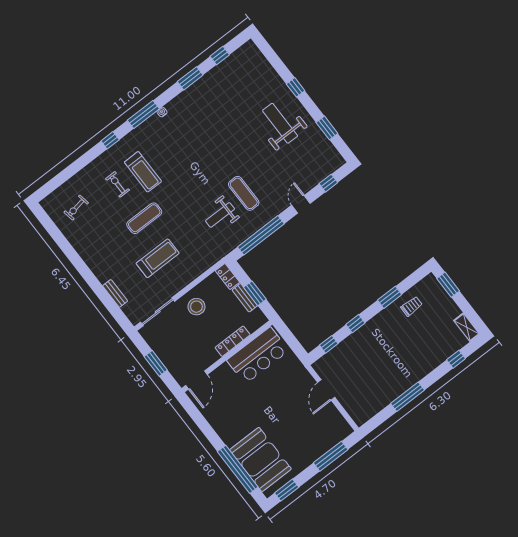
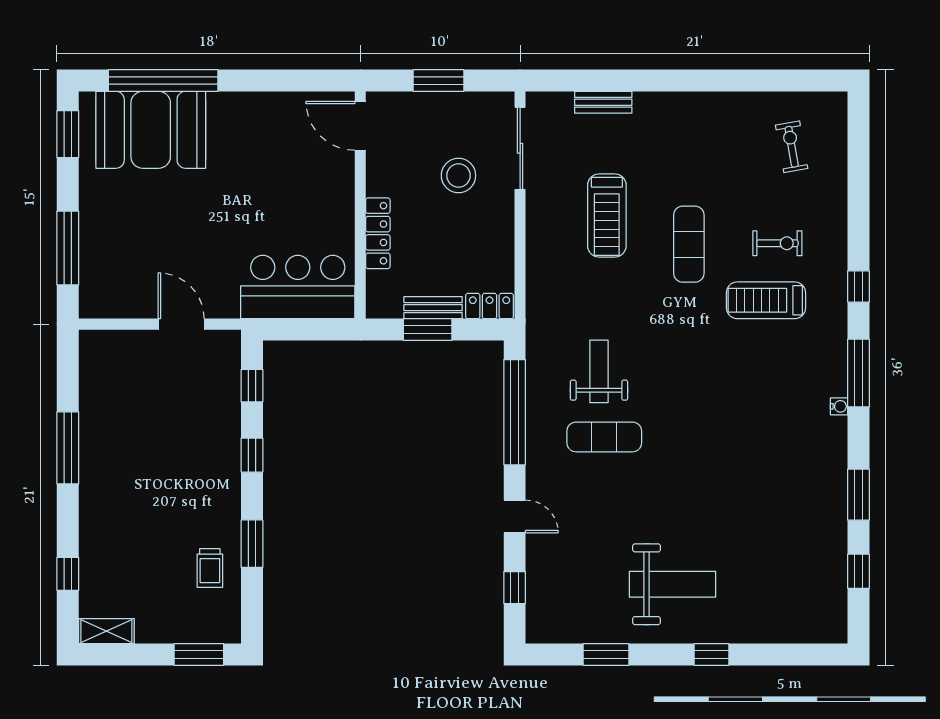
stool: (196, 307) -> (458, 176), moved
bar counter: (258, 355) -> (298, 287), moved, turned 90

